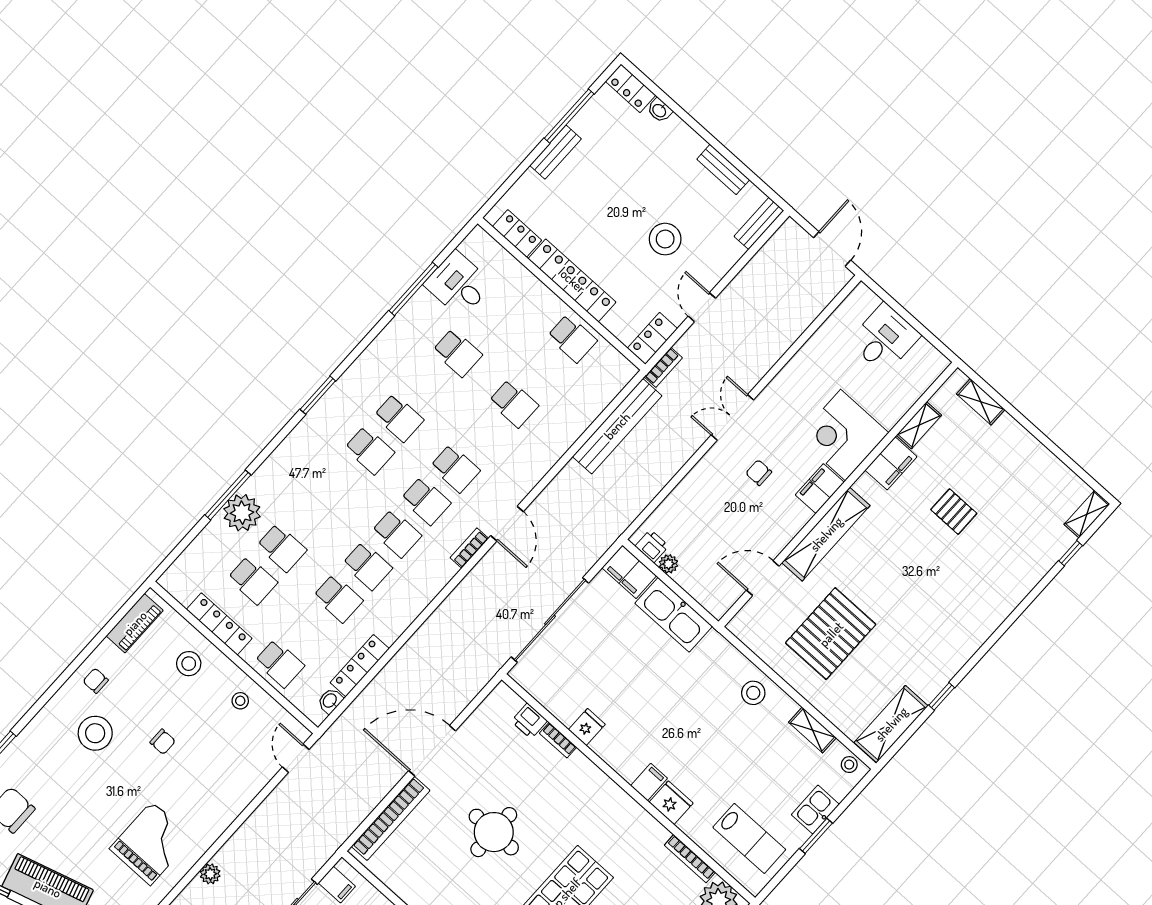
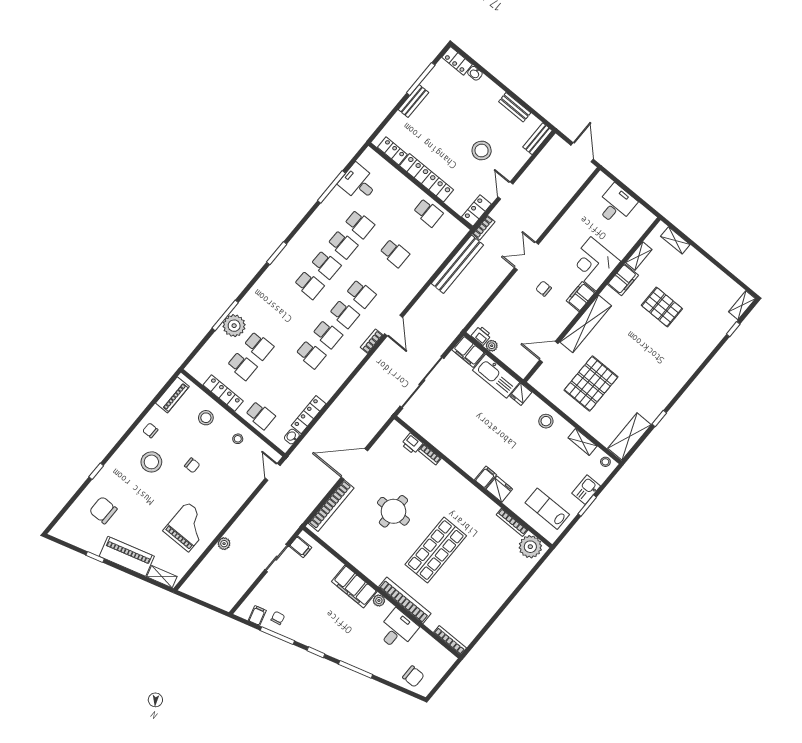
pallet: (954, 512) -> (662, 307), width x1.50, depth x1.42
school desk: (338, 598) -> (343, 244), moved
fridge: (587, 727) -> (521, 394), moved, turned 180
lab bench: (749, 838) -> (547, 509), turned 180

